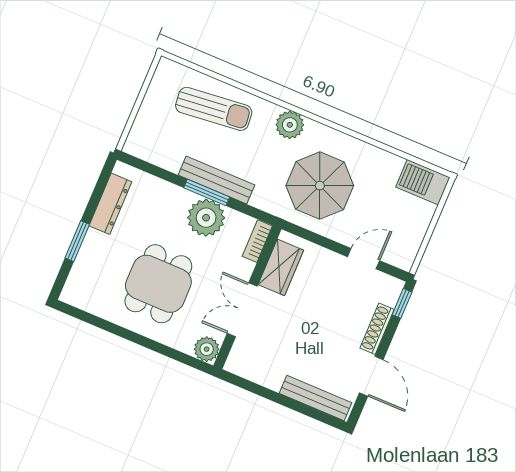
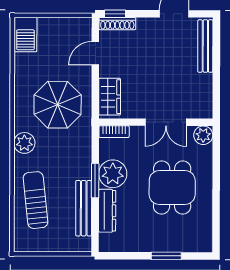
bench: (216, 180) -> (84, 208), moved
dresser: (110, 204) -> (107, 211), moved, turned 90
door: (364, 259) -> (95, 53), hinge flipped
wardrobe: (281, 267) -> (110, 97), moved, turned 90
dining table: (158, 284) -> (172, 188), turned 90
shoe rack: (377, 329) -> (117, 24), moved

